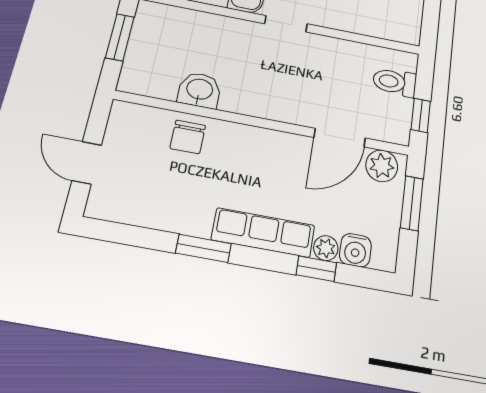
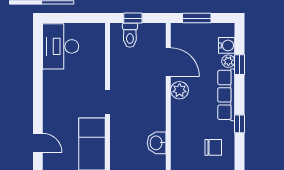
window: (421, 115) -> (133, 18), moved
chair: (188, 137) -> (213, 147), moved
plant: (382, 166) -> (180, 90), moved
window: (203, 248) -> (239, 124), width x0.67

